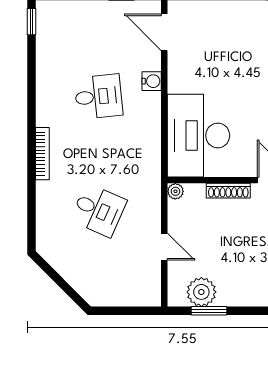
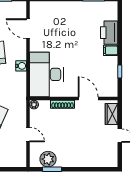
door: (164, 32) -> (28, 29), moved
water cooler: (152, 81) -> (21, 66), moved

